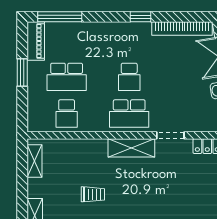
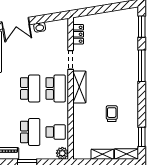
school desk: (129, 77) -> (30, 88), width x1.85
plant: (36, 123) -> (62, 153), added
shelving: (34, 161) -> (102, 154), moved

